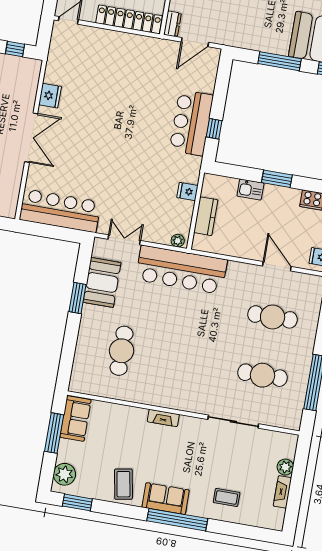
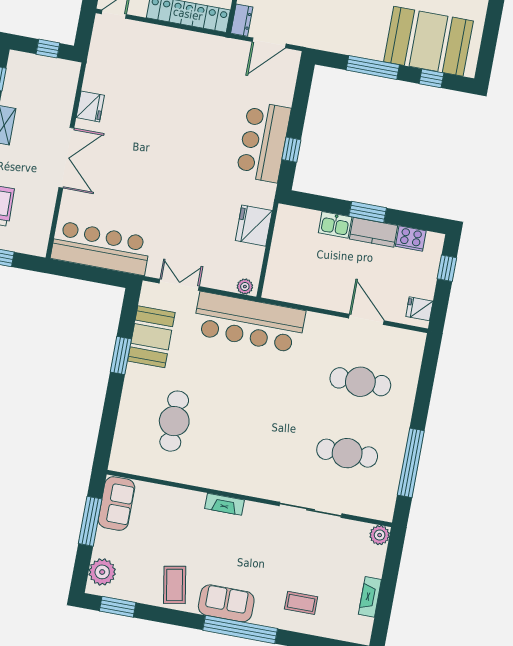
fridge: (187, 192) -> (254, 226), width x1.88, depth x1.34
kitchen counter: (206, 216) -> (373, 232), moved, turned 90
plant: (285, 467) -> (380, 535), moved

